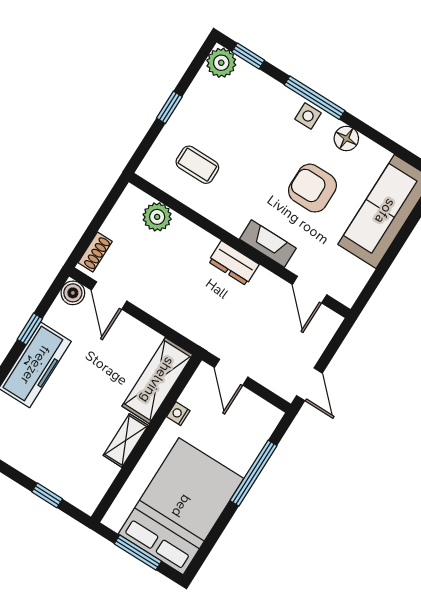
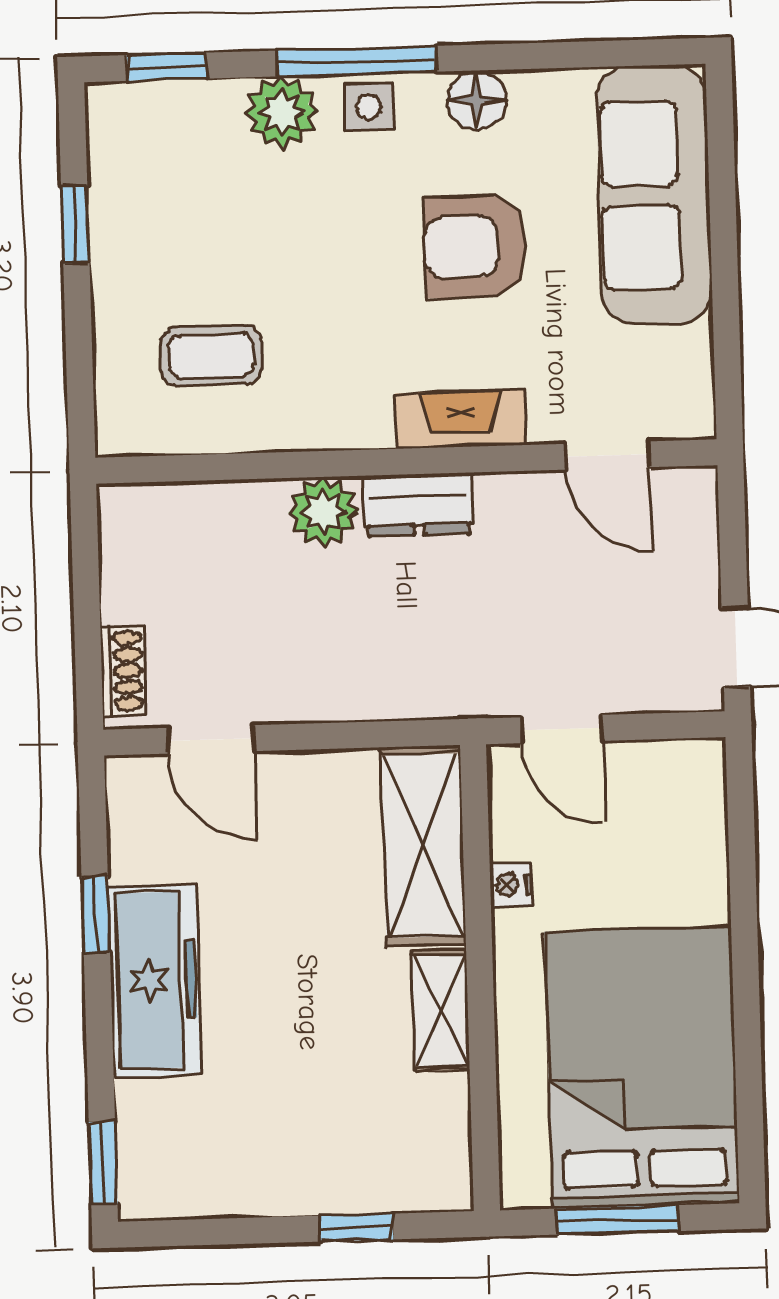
plant: (221, 63) -> (282, 112), moved
window: (169, 107) -> (75, 224), moved
plant: (157, 217) -> (323, 512), moved
boiler: (73, 293) -> (134, 784), removed
window: (253, 473) -> (743, 903), removed

